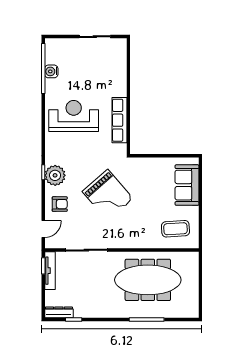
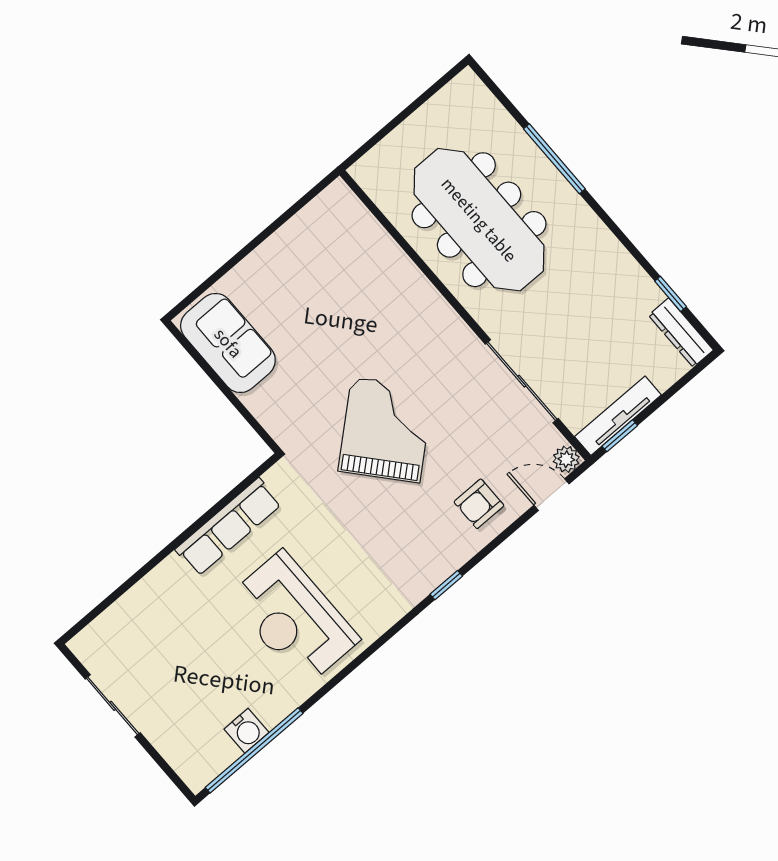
plant: (55, 175) -> (566, 459), moved, width x0.53, depth x0.53
sofa: (187, 185) -> (228, 343), moved, turned -90
armchair: (60, 204) -> (479, 504), turned -90
coffee table: (175, 229) -> (340, 250), removed

